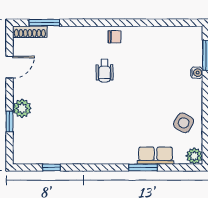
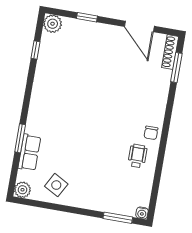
door: (9, 67) -> (139, 26), width x1.38
wheelchair: (105, 71) -> (137, 156), moved, turned 90
water cooler: (197, 73) -> (142, 213), moved
plant: (22, 108) -> (53, 24), moved

